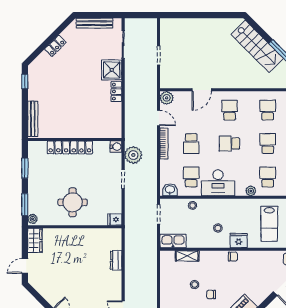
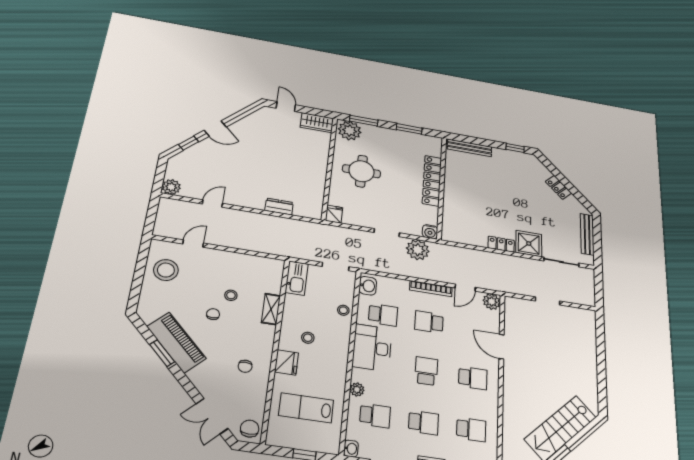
plant: (33, 219) -> (350, 131), width x1.88, depth x1.88
shelving: (187, 256) -> (271, 309), moved
chair: (233, 257) -> (245, 366), moved

